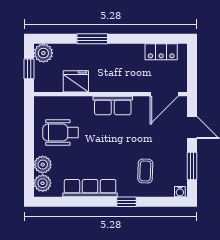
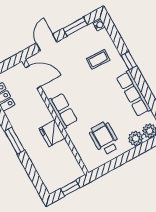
window: (92, 39) -> (14, 141), moved
plant: (43, 53) -> (52, 184), removed
fridge: (76, 81) -> (52, 133), moved
wheelchair: (61, 133) -> (104, 138), turned 180

